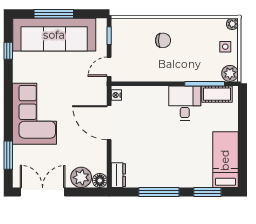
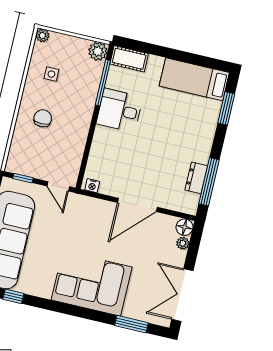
side table: (225, 47) -> (51, 74), moved
cot: (217, 94) -> (129, 59), moved, turned 90
door: (109, 123) -> (137, 205), moved
dresser: (118, 175) -> (196, 178), moved, turned -90
plant: (81, 177) -> (183, 243), width x0.53, depth x0.53
window: (159, 192) -> (209, 182), moved

